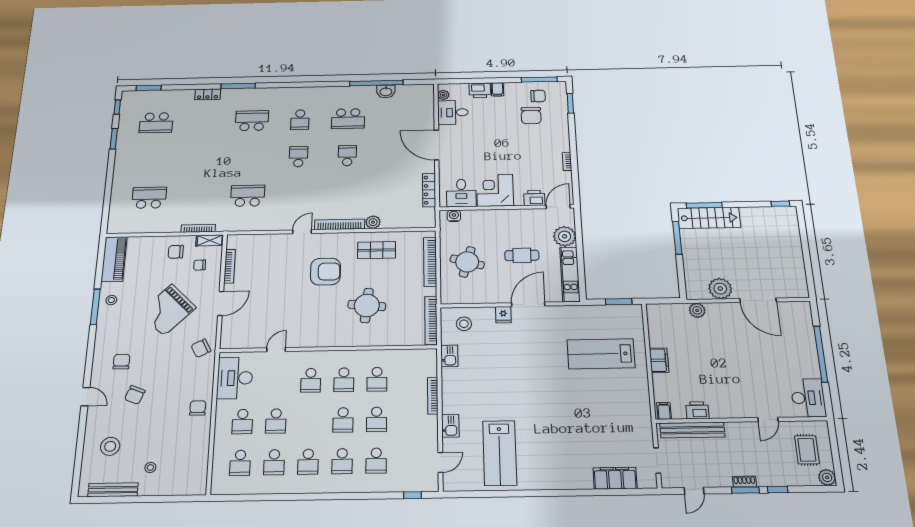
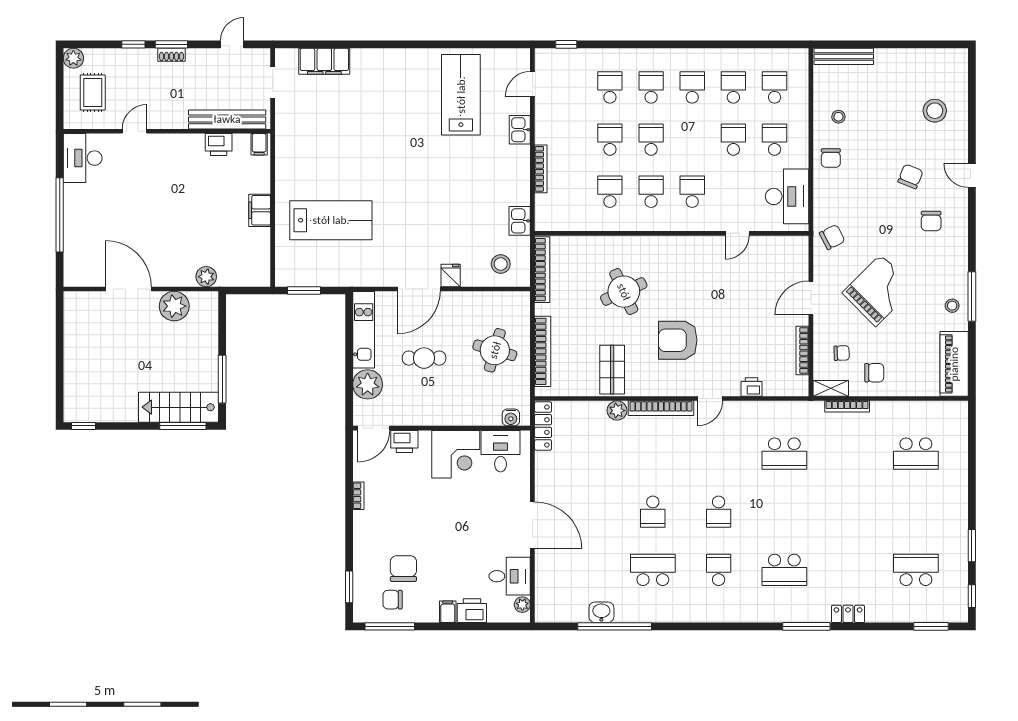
locker: (429, 190) -> (543, 426), moved
printer: (270, 240) -> (752, 387), added
shop shelf: (377, 250) -> (612, 370), turned 90
round table: (367, 305) -> (624, 292), turned -30
stool: (150, 468) -> (838, 117), moved
bench: (113, 490) -> (844, 56), moved

